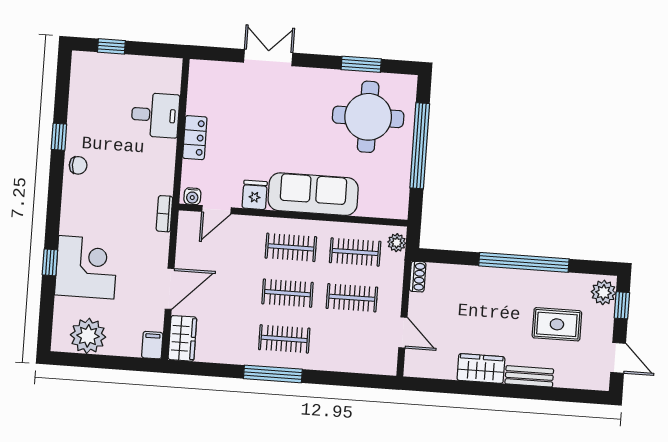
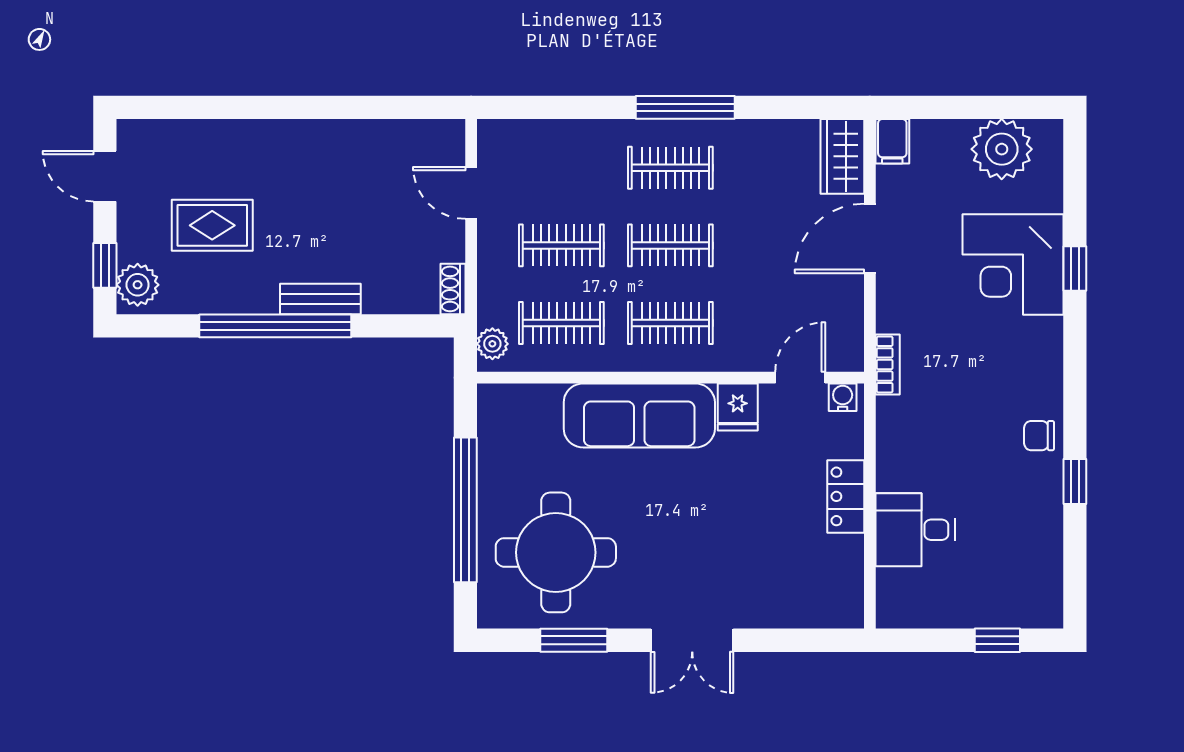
double door: (268, 58) -> (692, 640), moved
wardrobe: (481, 369) -> (335, 142), removed
bench: (529, 376) -> (320, 299), moved

